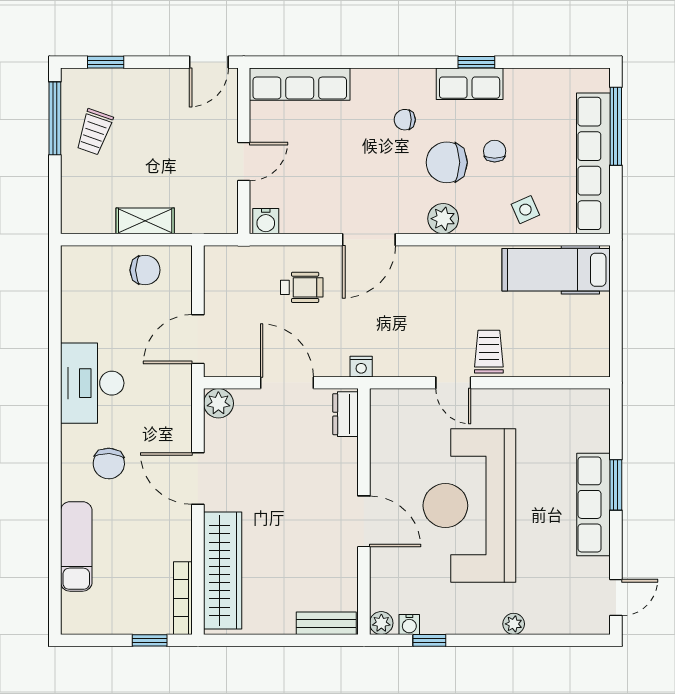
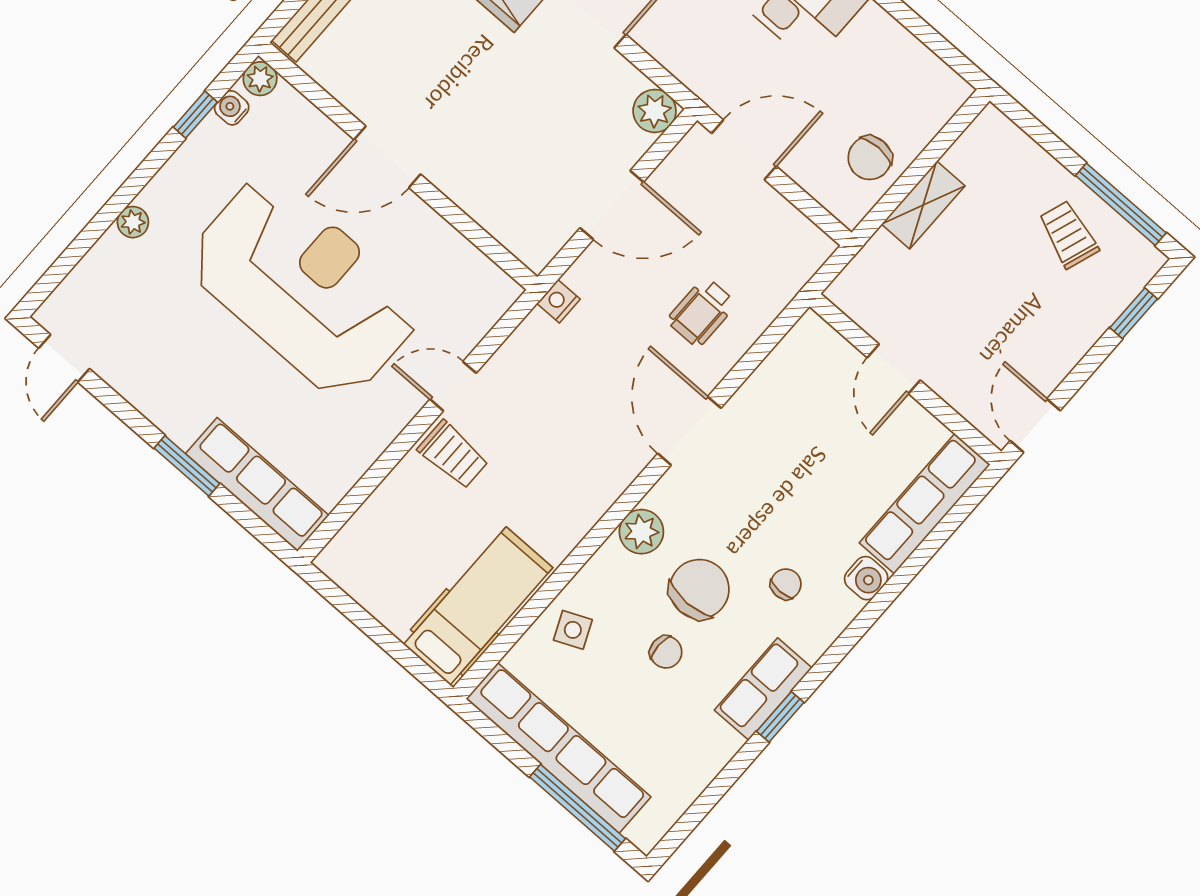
water cooler: (266, 221) -> (866, 578), moved, turned 180
door: (198, 339) -> (744, 150), hinge flipped
dresser: (346, 414) -> (522, 239), removed
row of seats: (593, 504) -> (257, 484), moved

